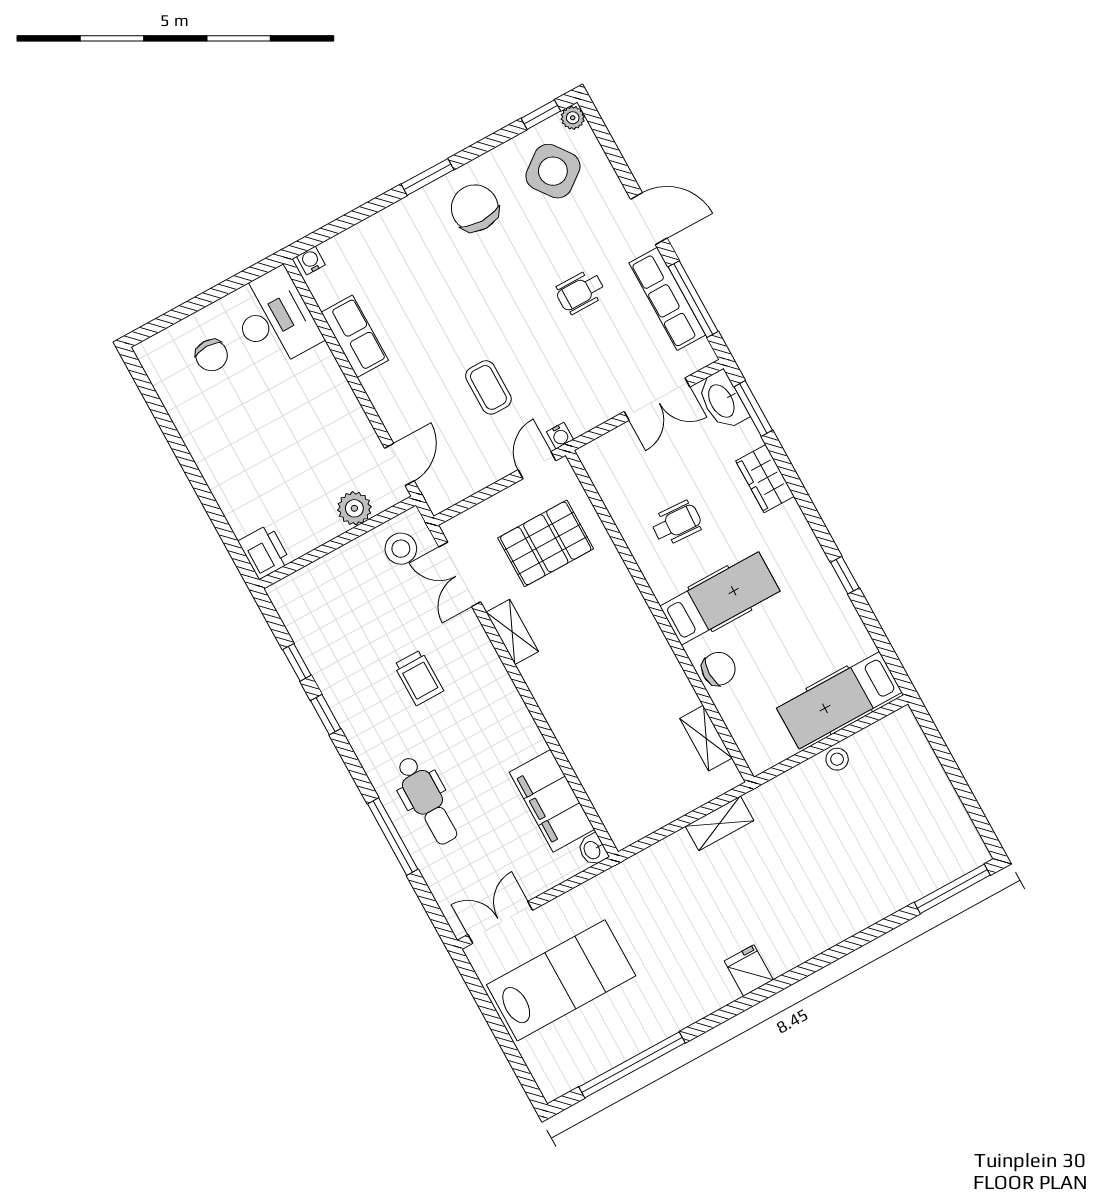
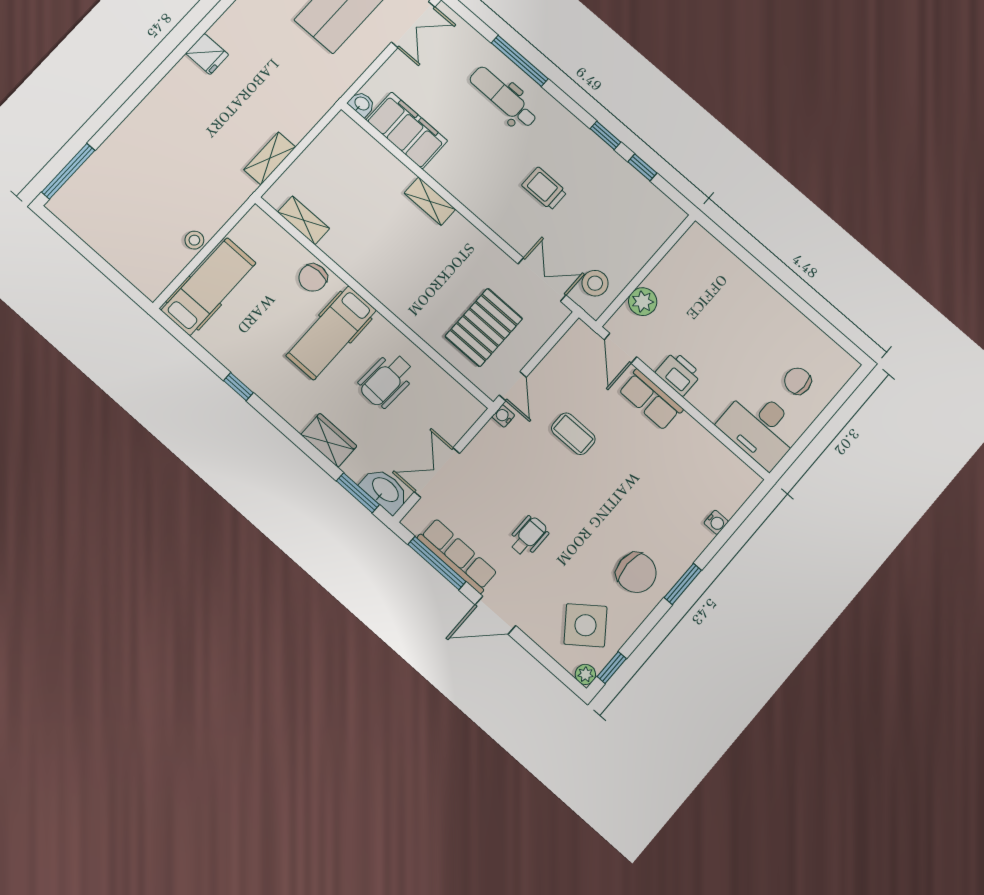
water cooler: (311, 261) -> (716, 522), moved
row of seats: (355, 336) -> (651, 400), moved
wheelchair: (677, 523) -> (386, 380), width x1.36, depth x1.37
printer: (264, 552) -> (678, 373), moved, turned 180
shelving: (512, 632) -> (430, 201), moved

